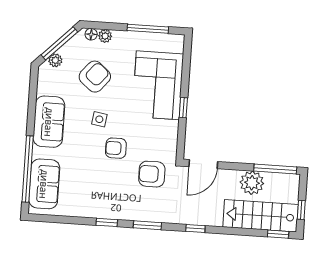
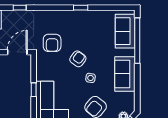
armchair: (116, 148) -> (78, 59), turned -54
armchair: (152, 174) -> (52, 43), turned 90
window: (147, 225) -> (53, 8), removed

